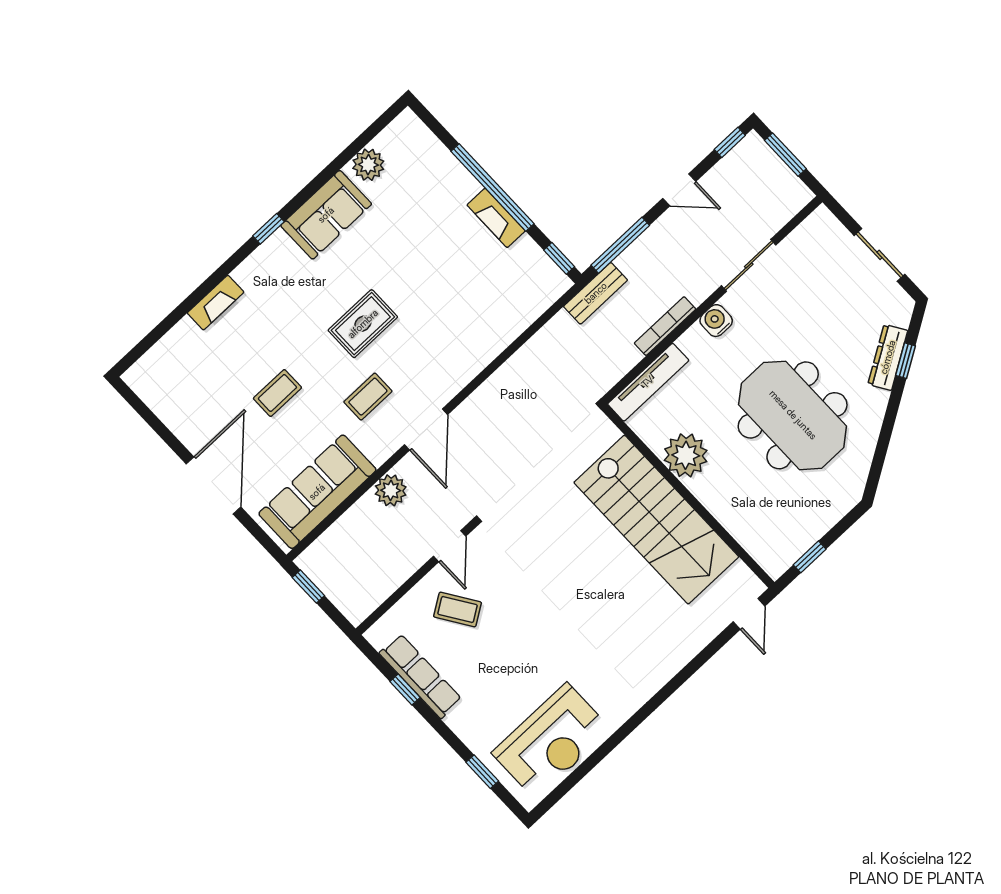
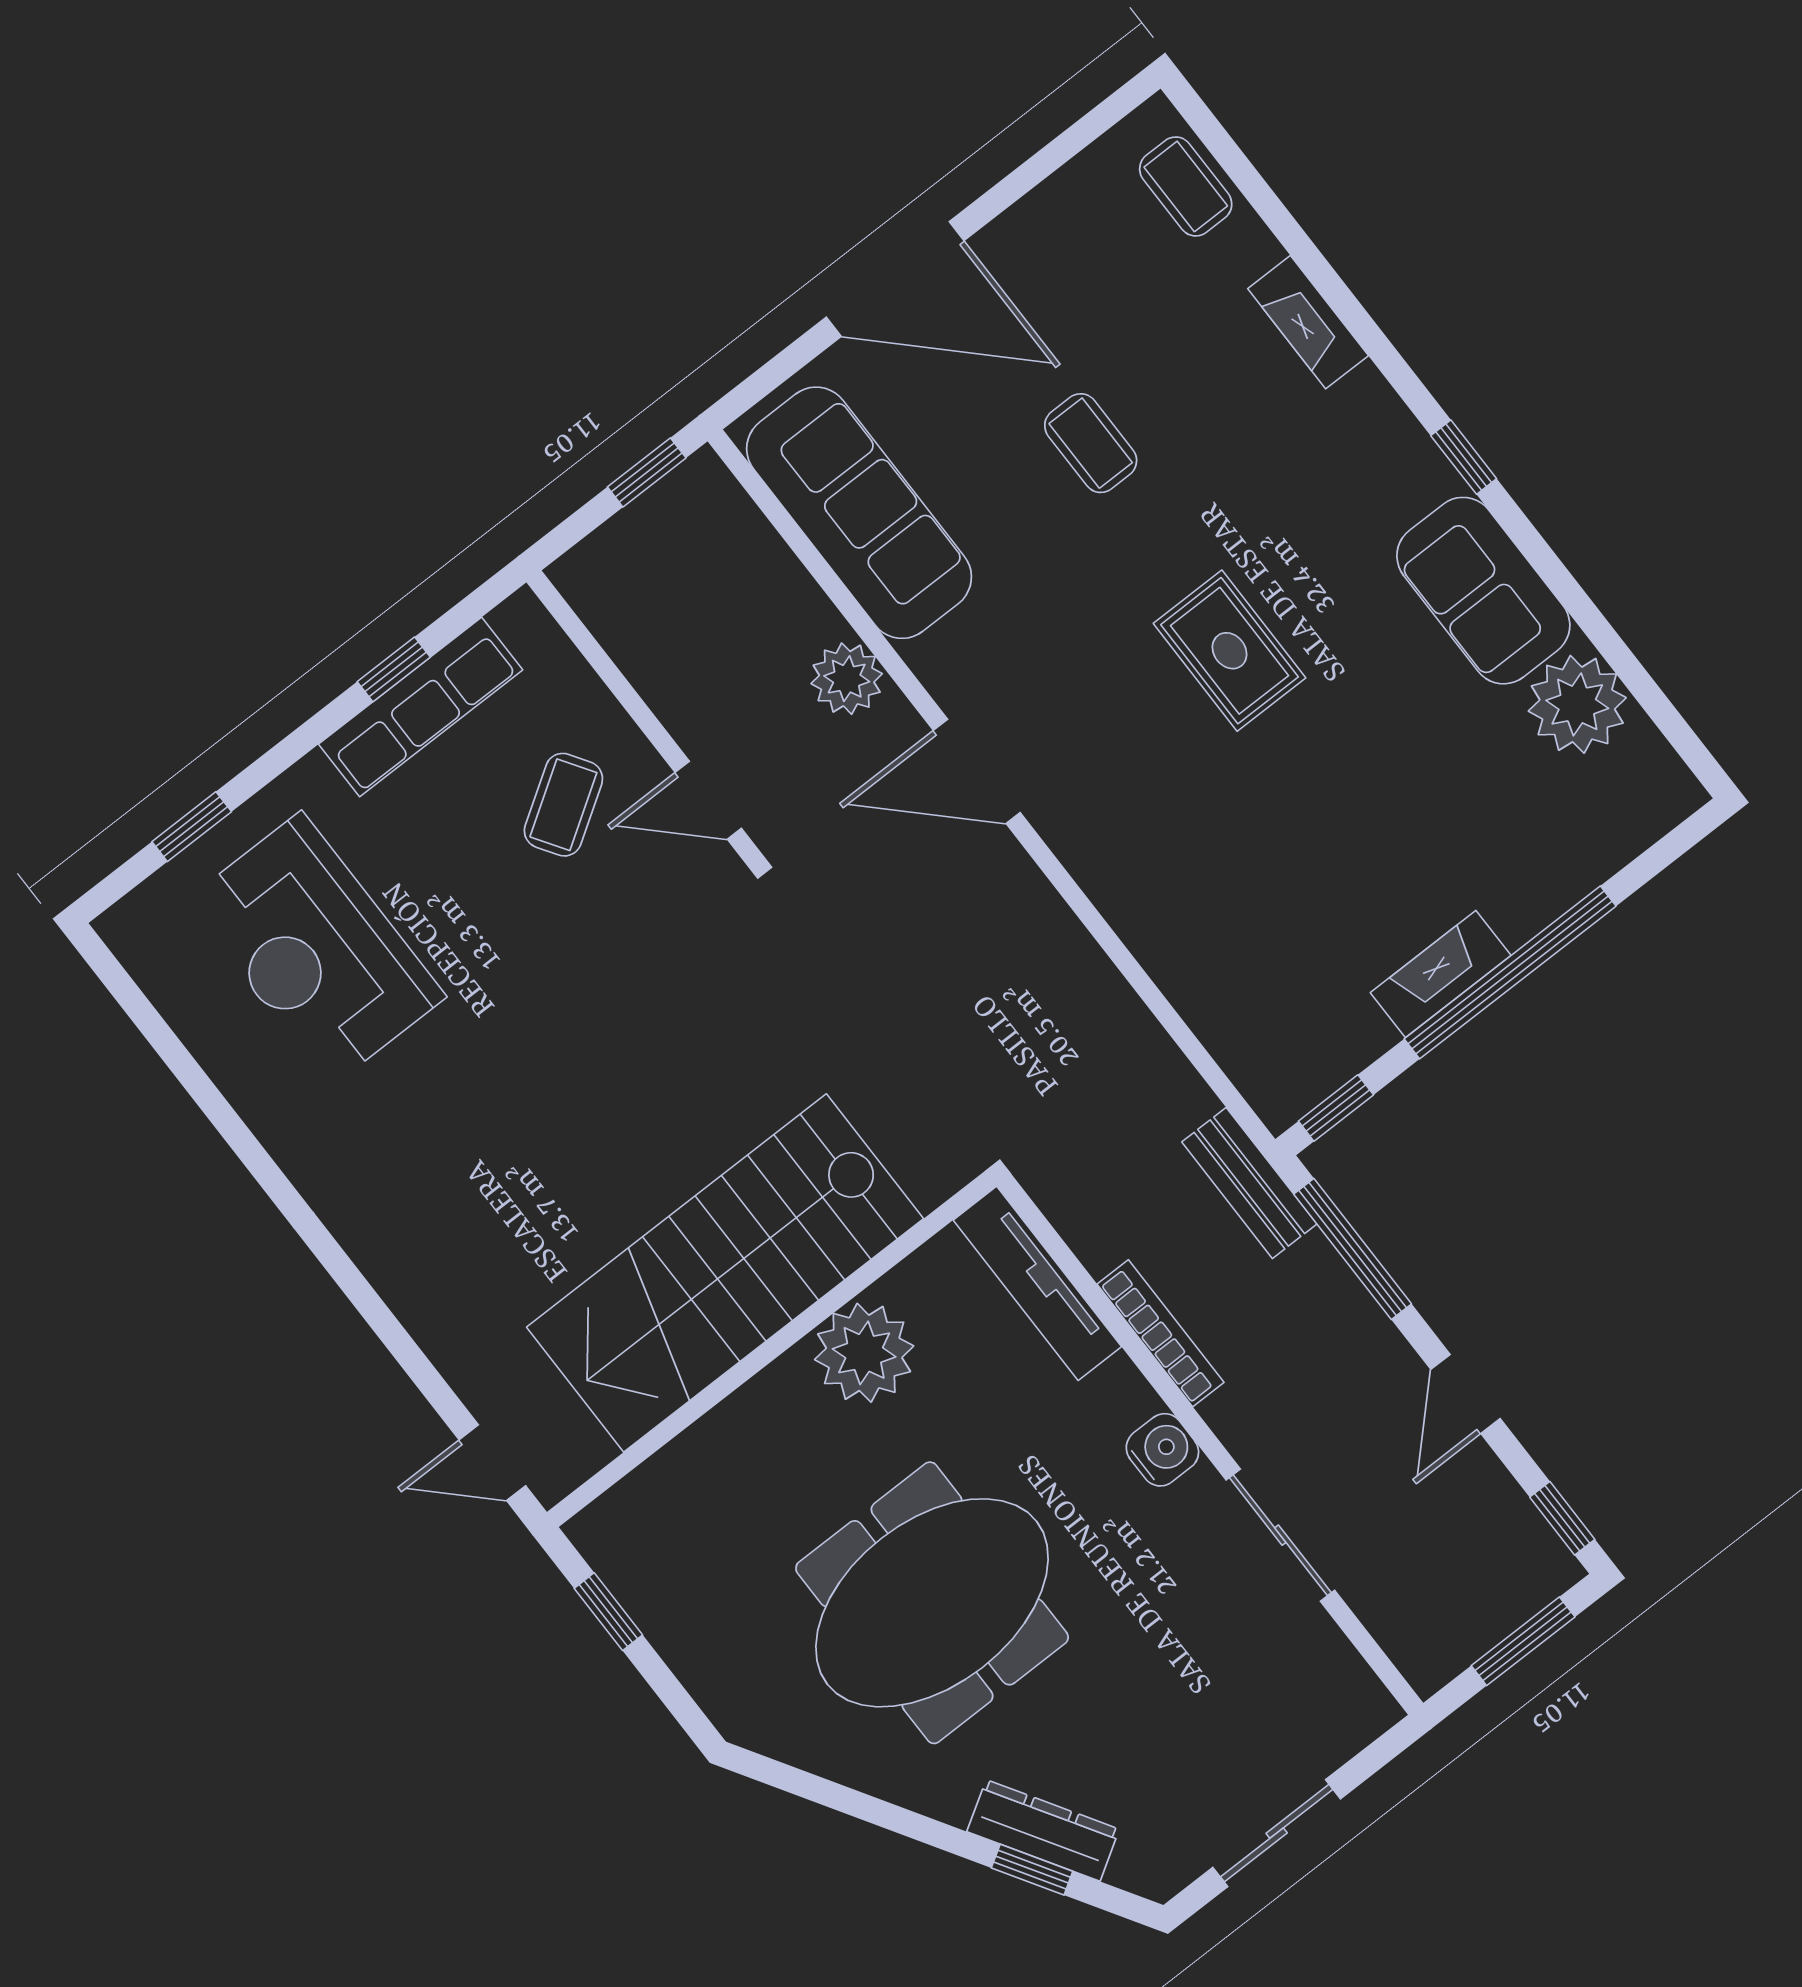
plant: (368, 165) -> (1577, 704), width x1.36, depth x1.36
coffee table: (368, 397) -> (1186, 186), moved
reception desk: (551, 741) -> (316, 949), moved

